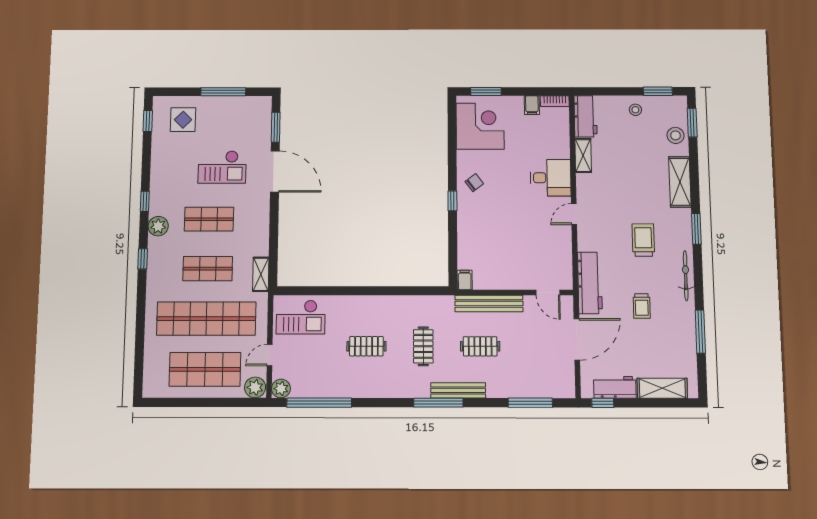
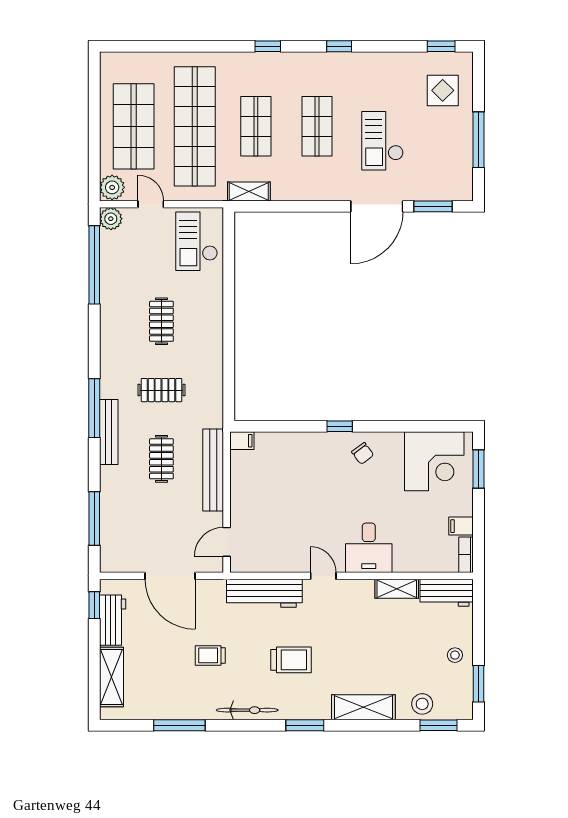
plant: (158, 226) -> (308, 64), removed
workbench: (590, 283) -> (264, 593), moved

